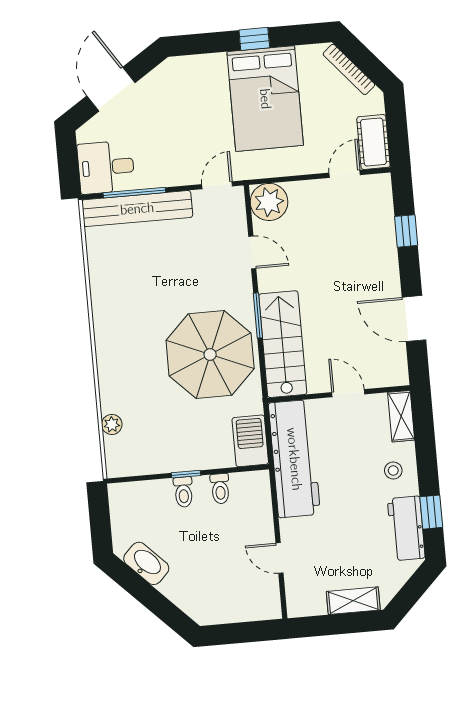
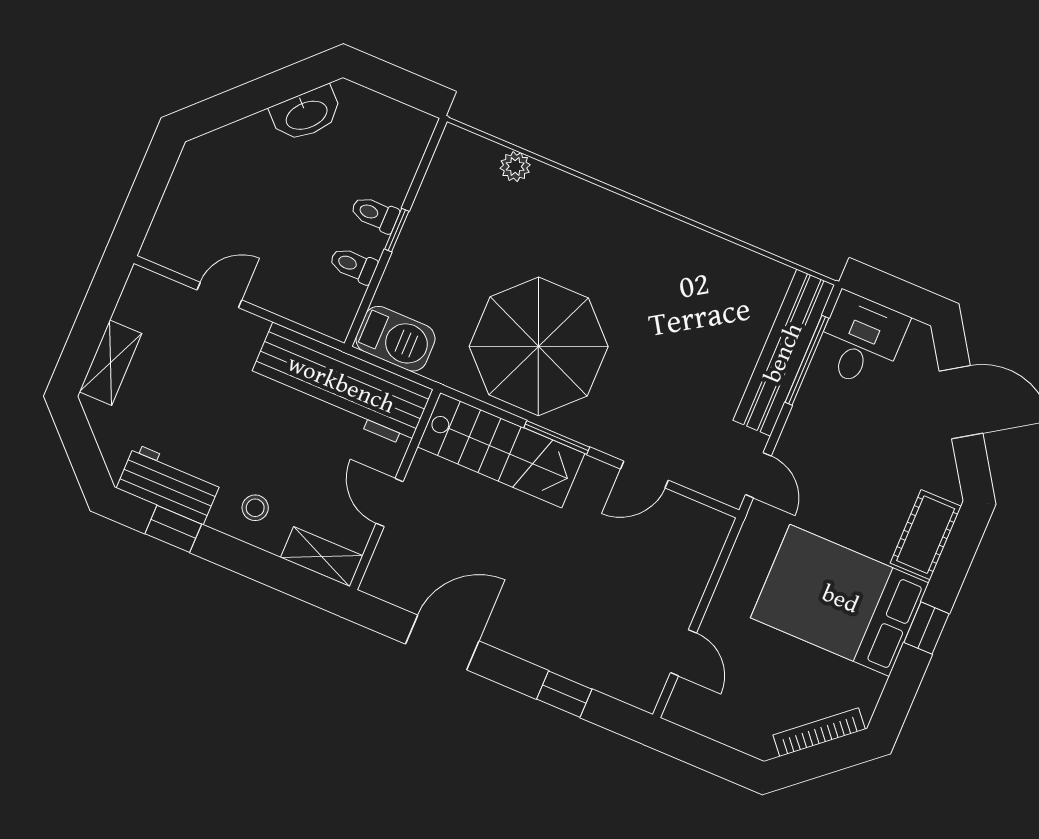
cot: (373, 142) -> (926, 535), moved, turned 90
plant: (269, 202) -> (699, 533), removed
door: (348, 393) -> (390, 503), swing flipped

